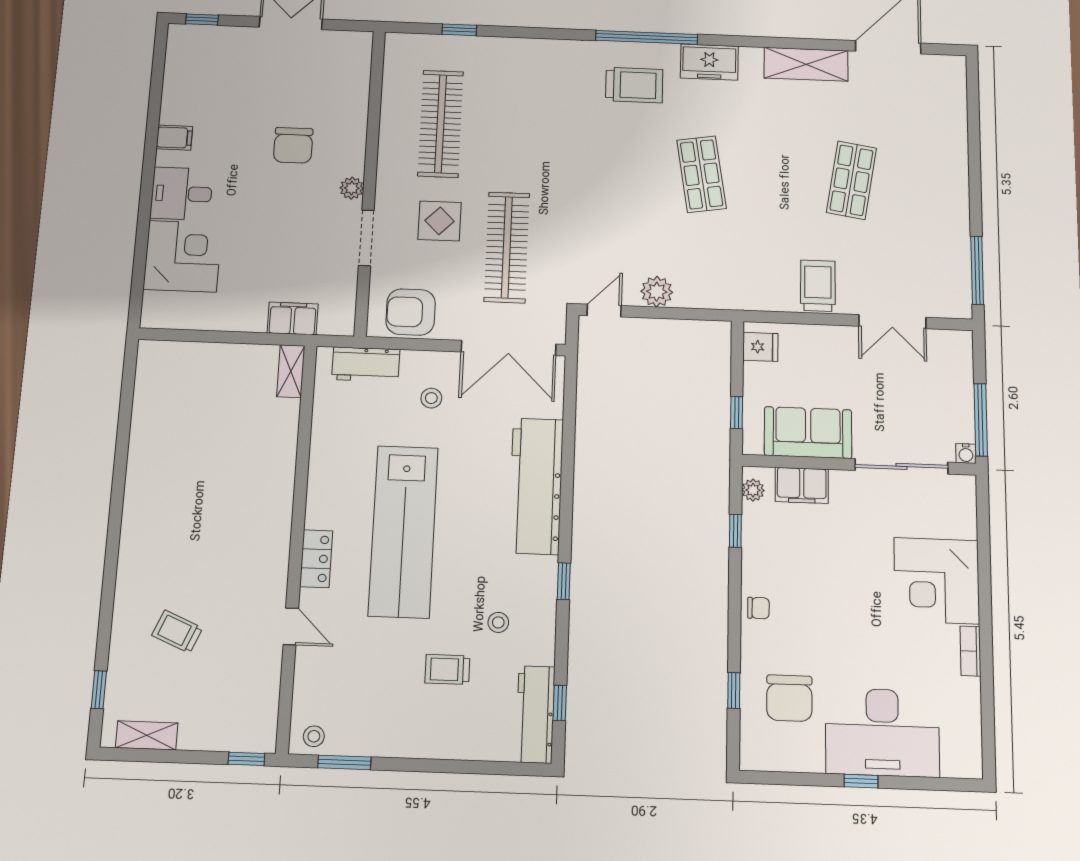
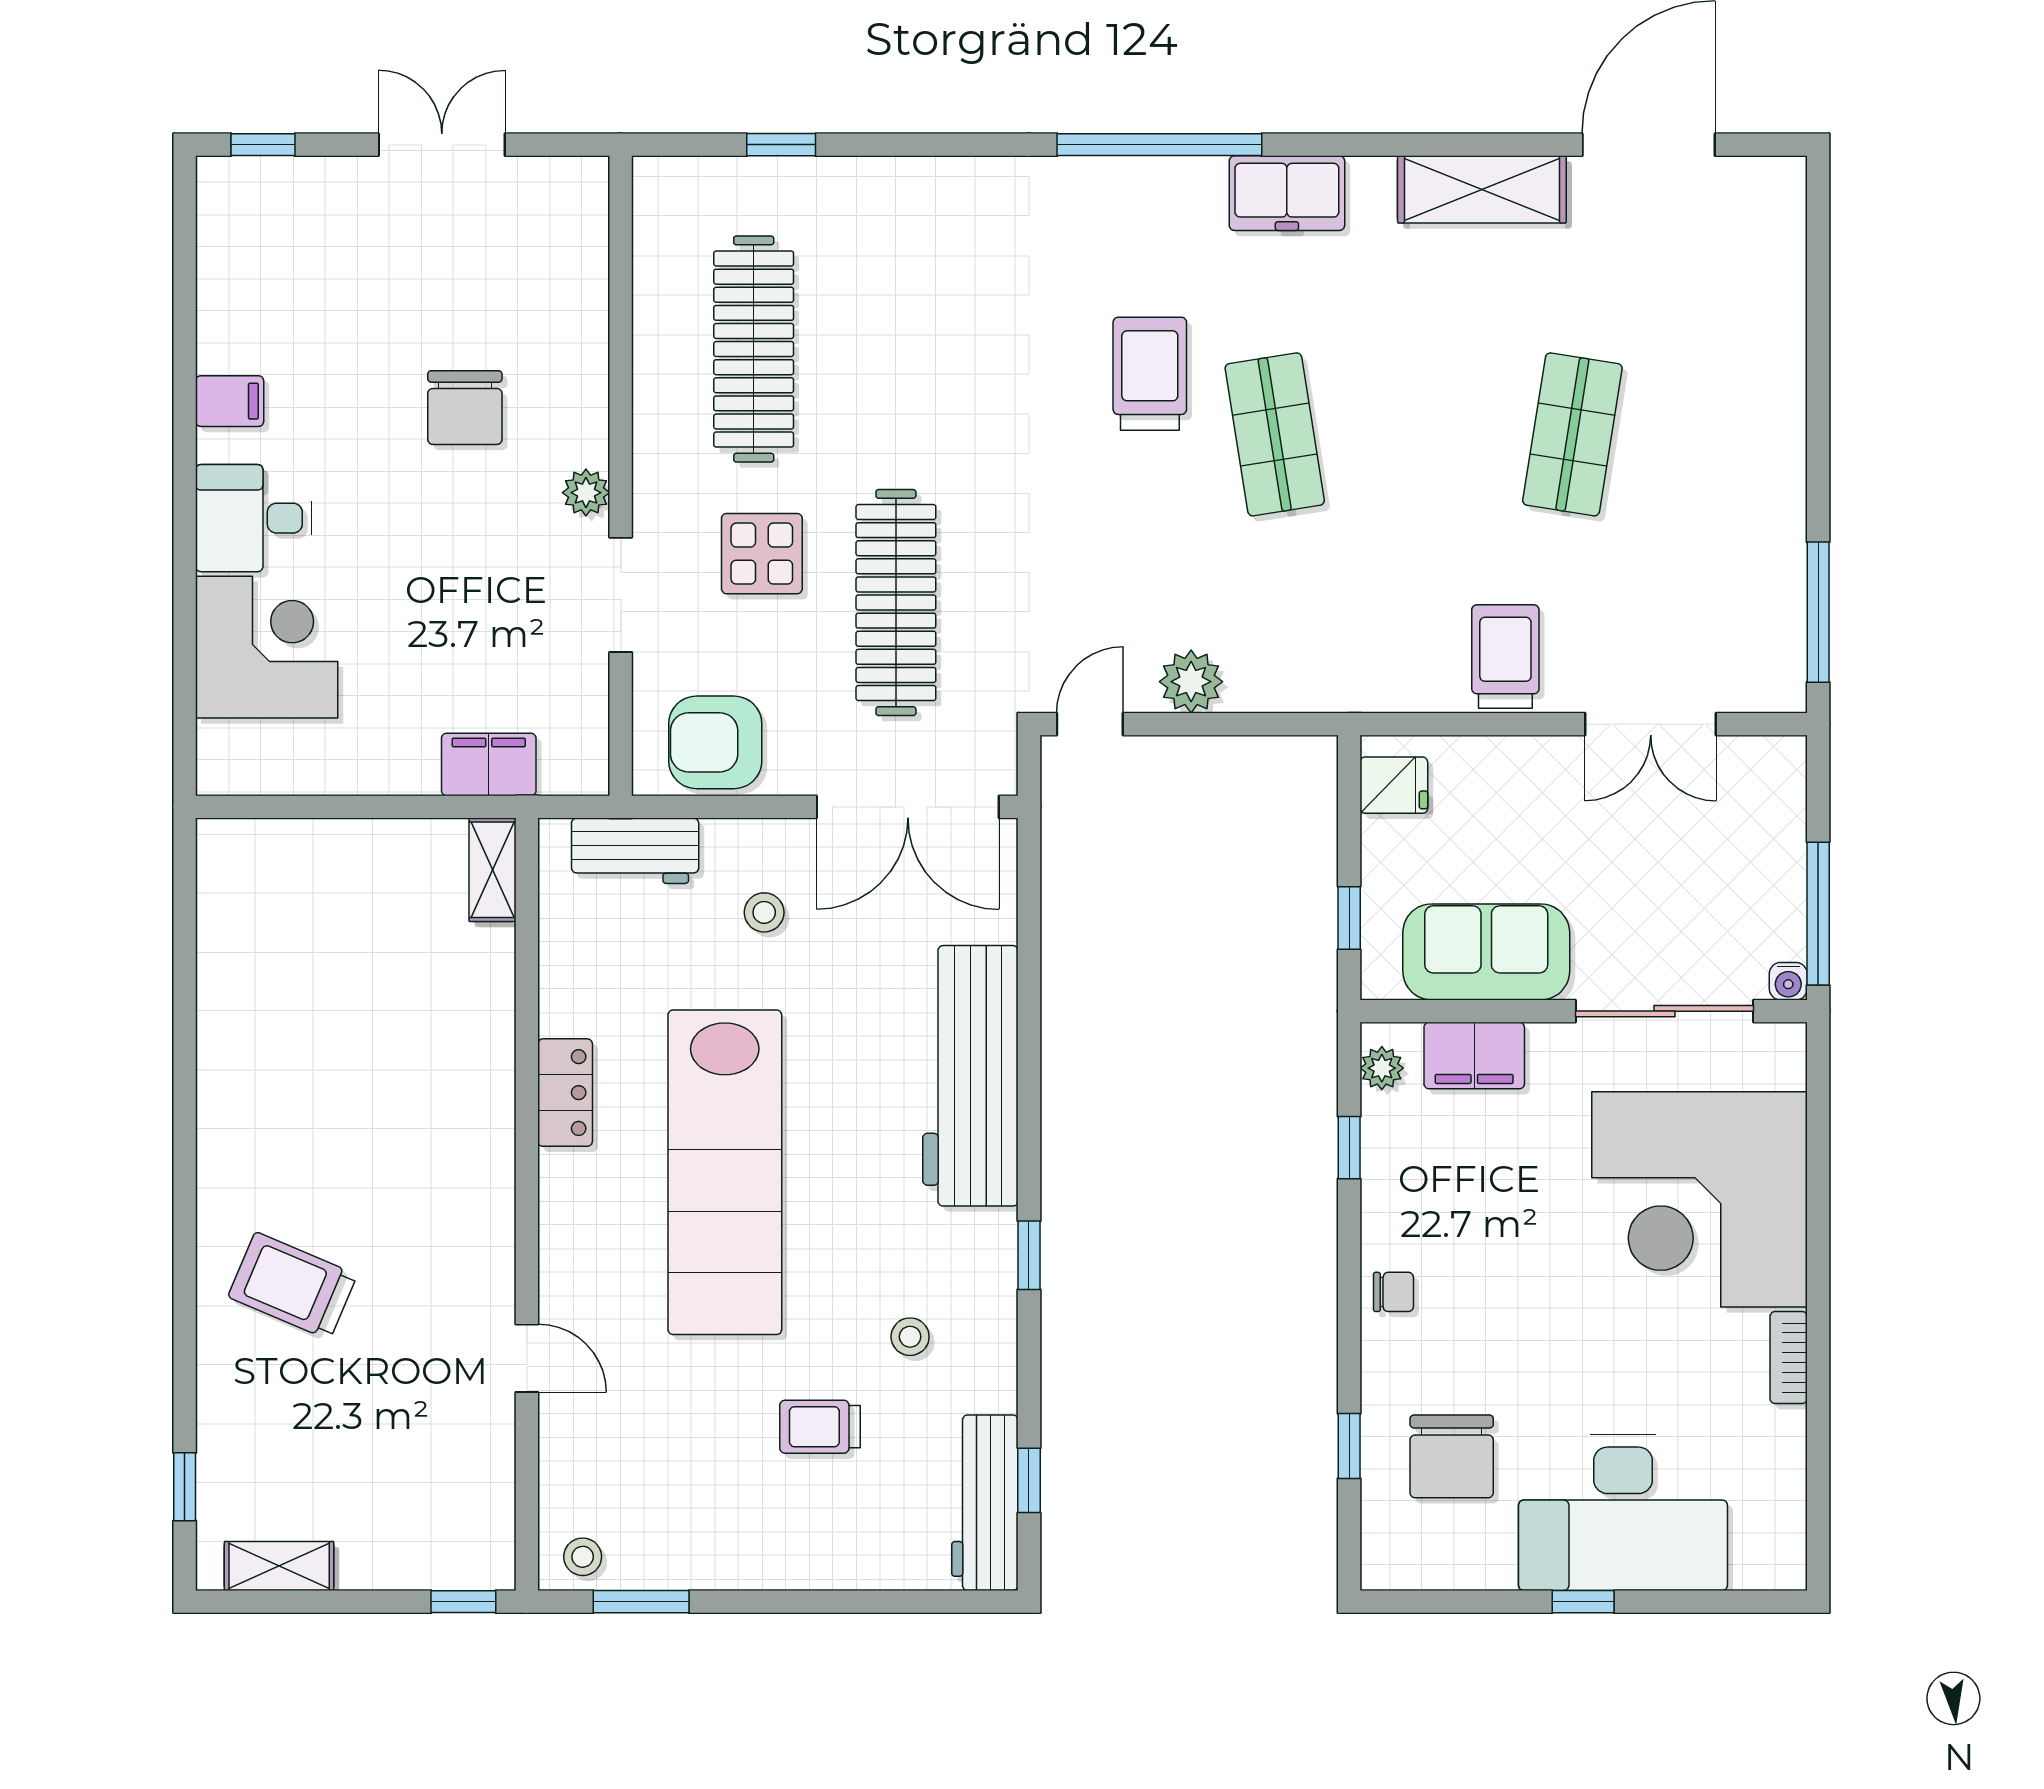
trolley: (634, 85) -> (1150, 374), moved, turned -90
locker: (316, 559) -> (565, 1093), moved
corner desk: (937, 581) -> (1699, 1199), width x1.36, depth x1.36
trolley: (177, 632) -> (292, 1286), moved, width x1.36, depth x1.39

